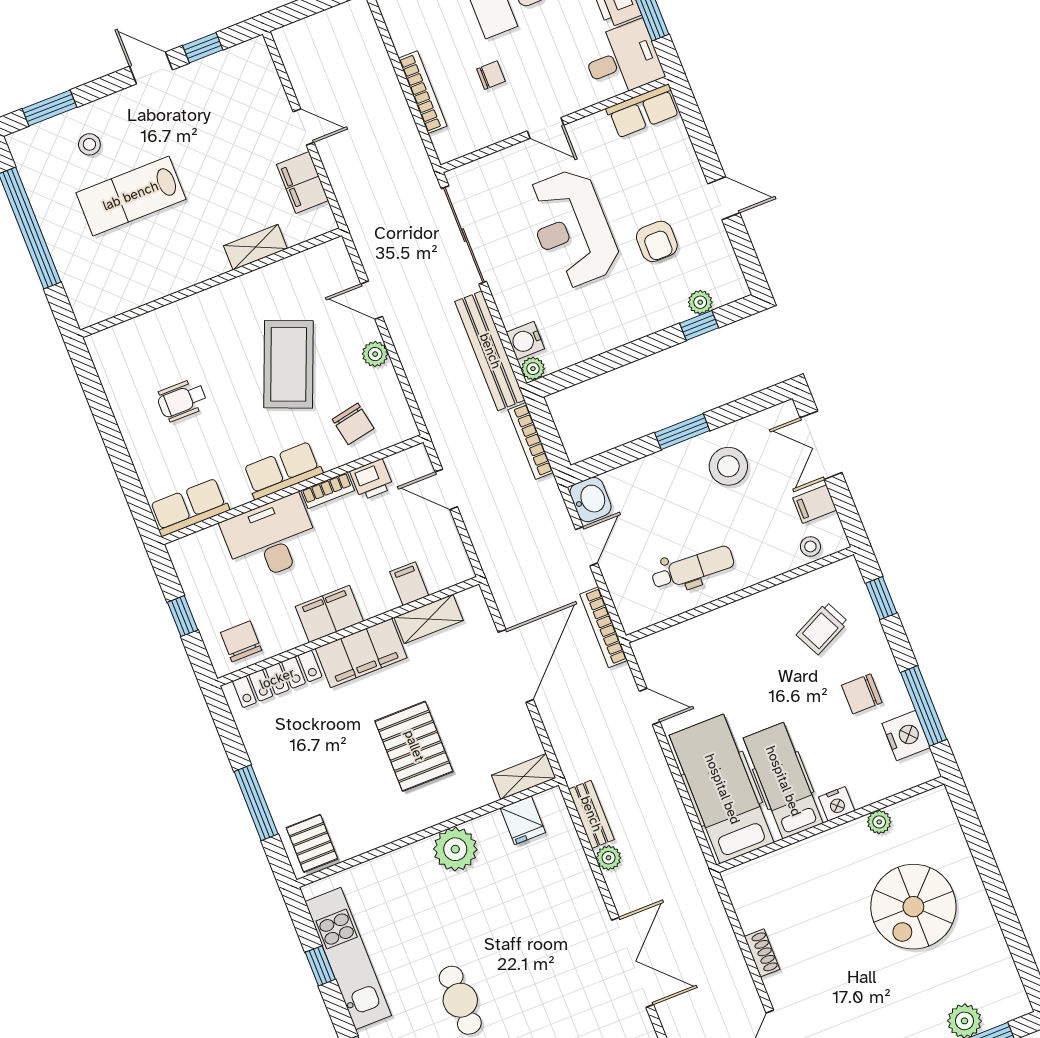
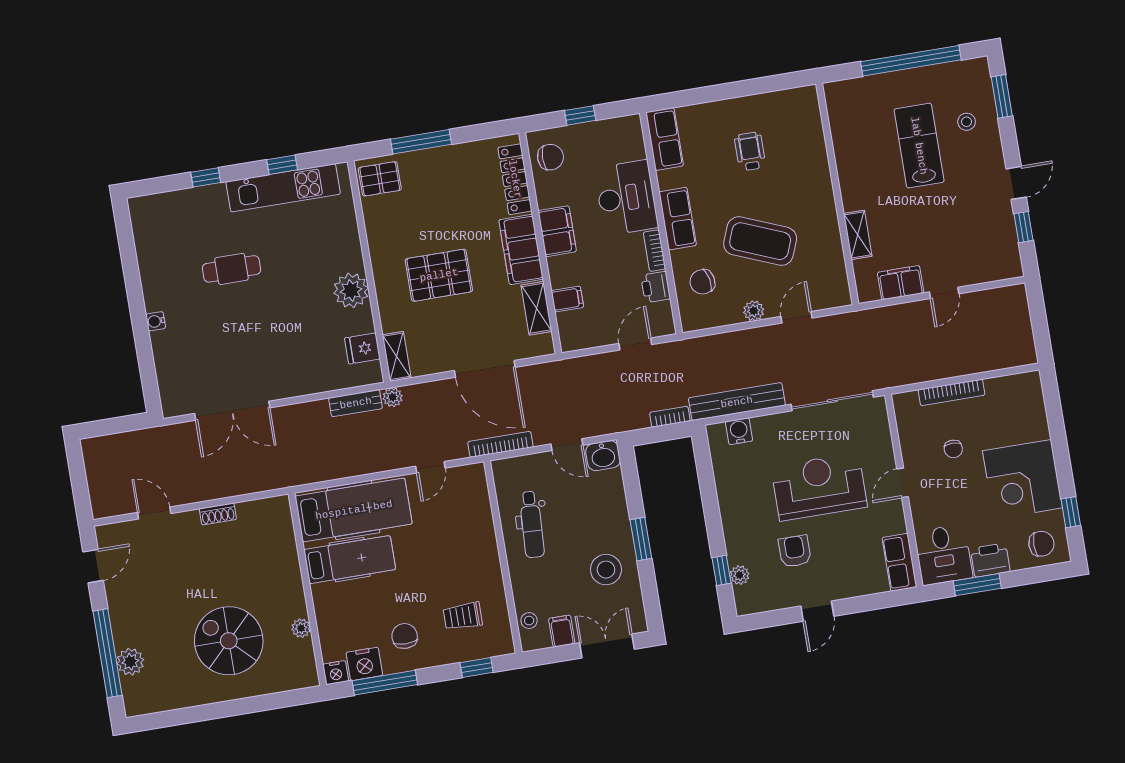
armchair: (657, 241) -> (795, 551), turned 90
plant: (533, 369) -> (716, 432), removed
bookcase: (531, 441) -> (670, 417), width x0.64
trolley: (822, 628) -> (463, 616), turned -64
nightstand: (837, 804) -> (336, 673), moved, turned -90
plant: (609, 858) -> (393, 397), moved

